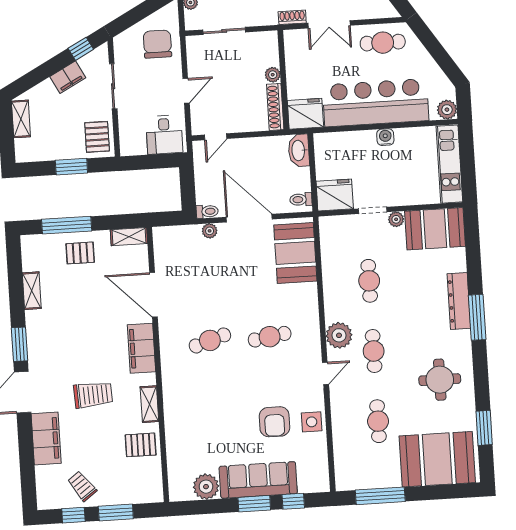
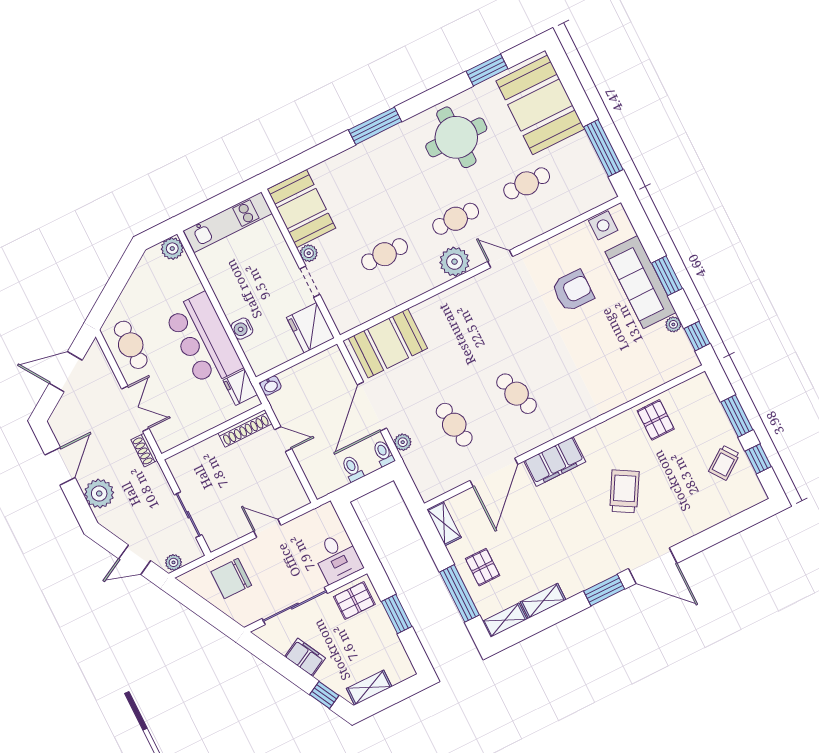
window: (81, 49) -> (324, 695), moved
plant: (273, 75) -> (213, 445), removed
sliding door: (113, 86) -> (295, 606), width x1.37
bar counter: (376, 103) -> (203, 340), width x0.73
fridge: (305, 114) -> (240, 387), width x0.73, depth x0.75
desk: (164, 135) -> (337, 558), moved, turned 90
door: (216, 137) -> (283, 439), moved
water cooler: (385, 137) -> (242, 329), moved
washbasin: (299, 150) -> (270, 386), width x0.52, depth x0.69
toilet: (301, 199) -> (352, 469), moved, turned 180
dresser: (459, 301) -> (366, 152), removed
cafe table: (270, 337) -> (454, 425), moved
round table: (440, 380) -> (456, 137), width x1.36, depth x1.36
trolley: (93, 395) -> (624, 491), turned 33
shelving: (149, 404) -> (505, 620), moved
side table: (312, 422) -> (603, 225), moved
filing cabinet: (46, 438) -> (690, 521), removed
plant: (206, 487) -> (673, 324), width x0.53, depth x0.53
window: (293, 501) -> (697, 336), moved

